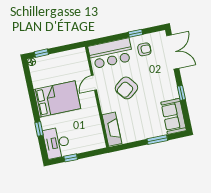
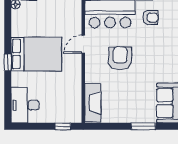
armchair: (126, 88) -> (120, 58), turned 128
window: (39, 129) -> (8, 62), moved
window: (71, 158) -> (63, 126), moved

